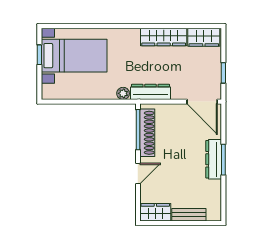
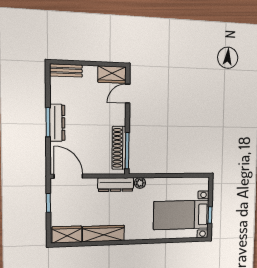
door: (138, 173) -> (128, 94), moved
bench: (189, 215) -> (66, 70), moved

